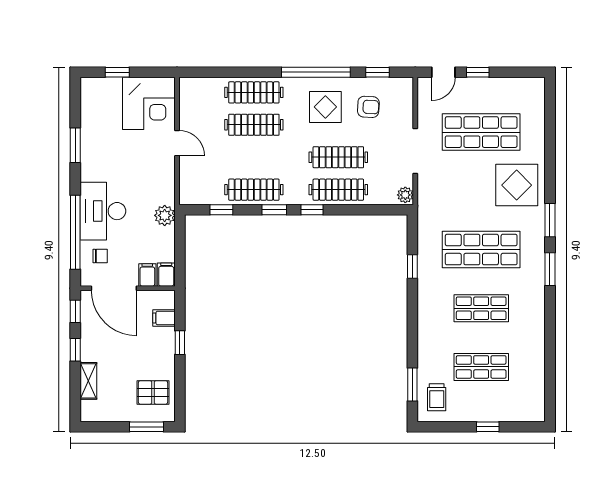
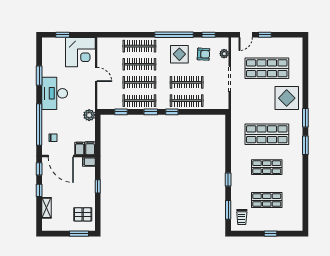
clothes rail: (254, 157) -> (139, 82), added
plant: (405, 195) -> (224, 54), moved
desk: (103, 211) -> (55, 93), moved
window: (412, 266) -> (228, 180), moved
filing cabinet: (164, 318) -> (89, 162), moved

